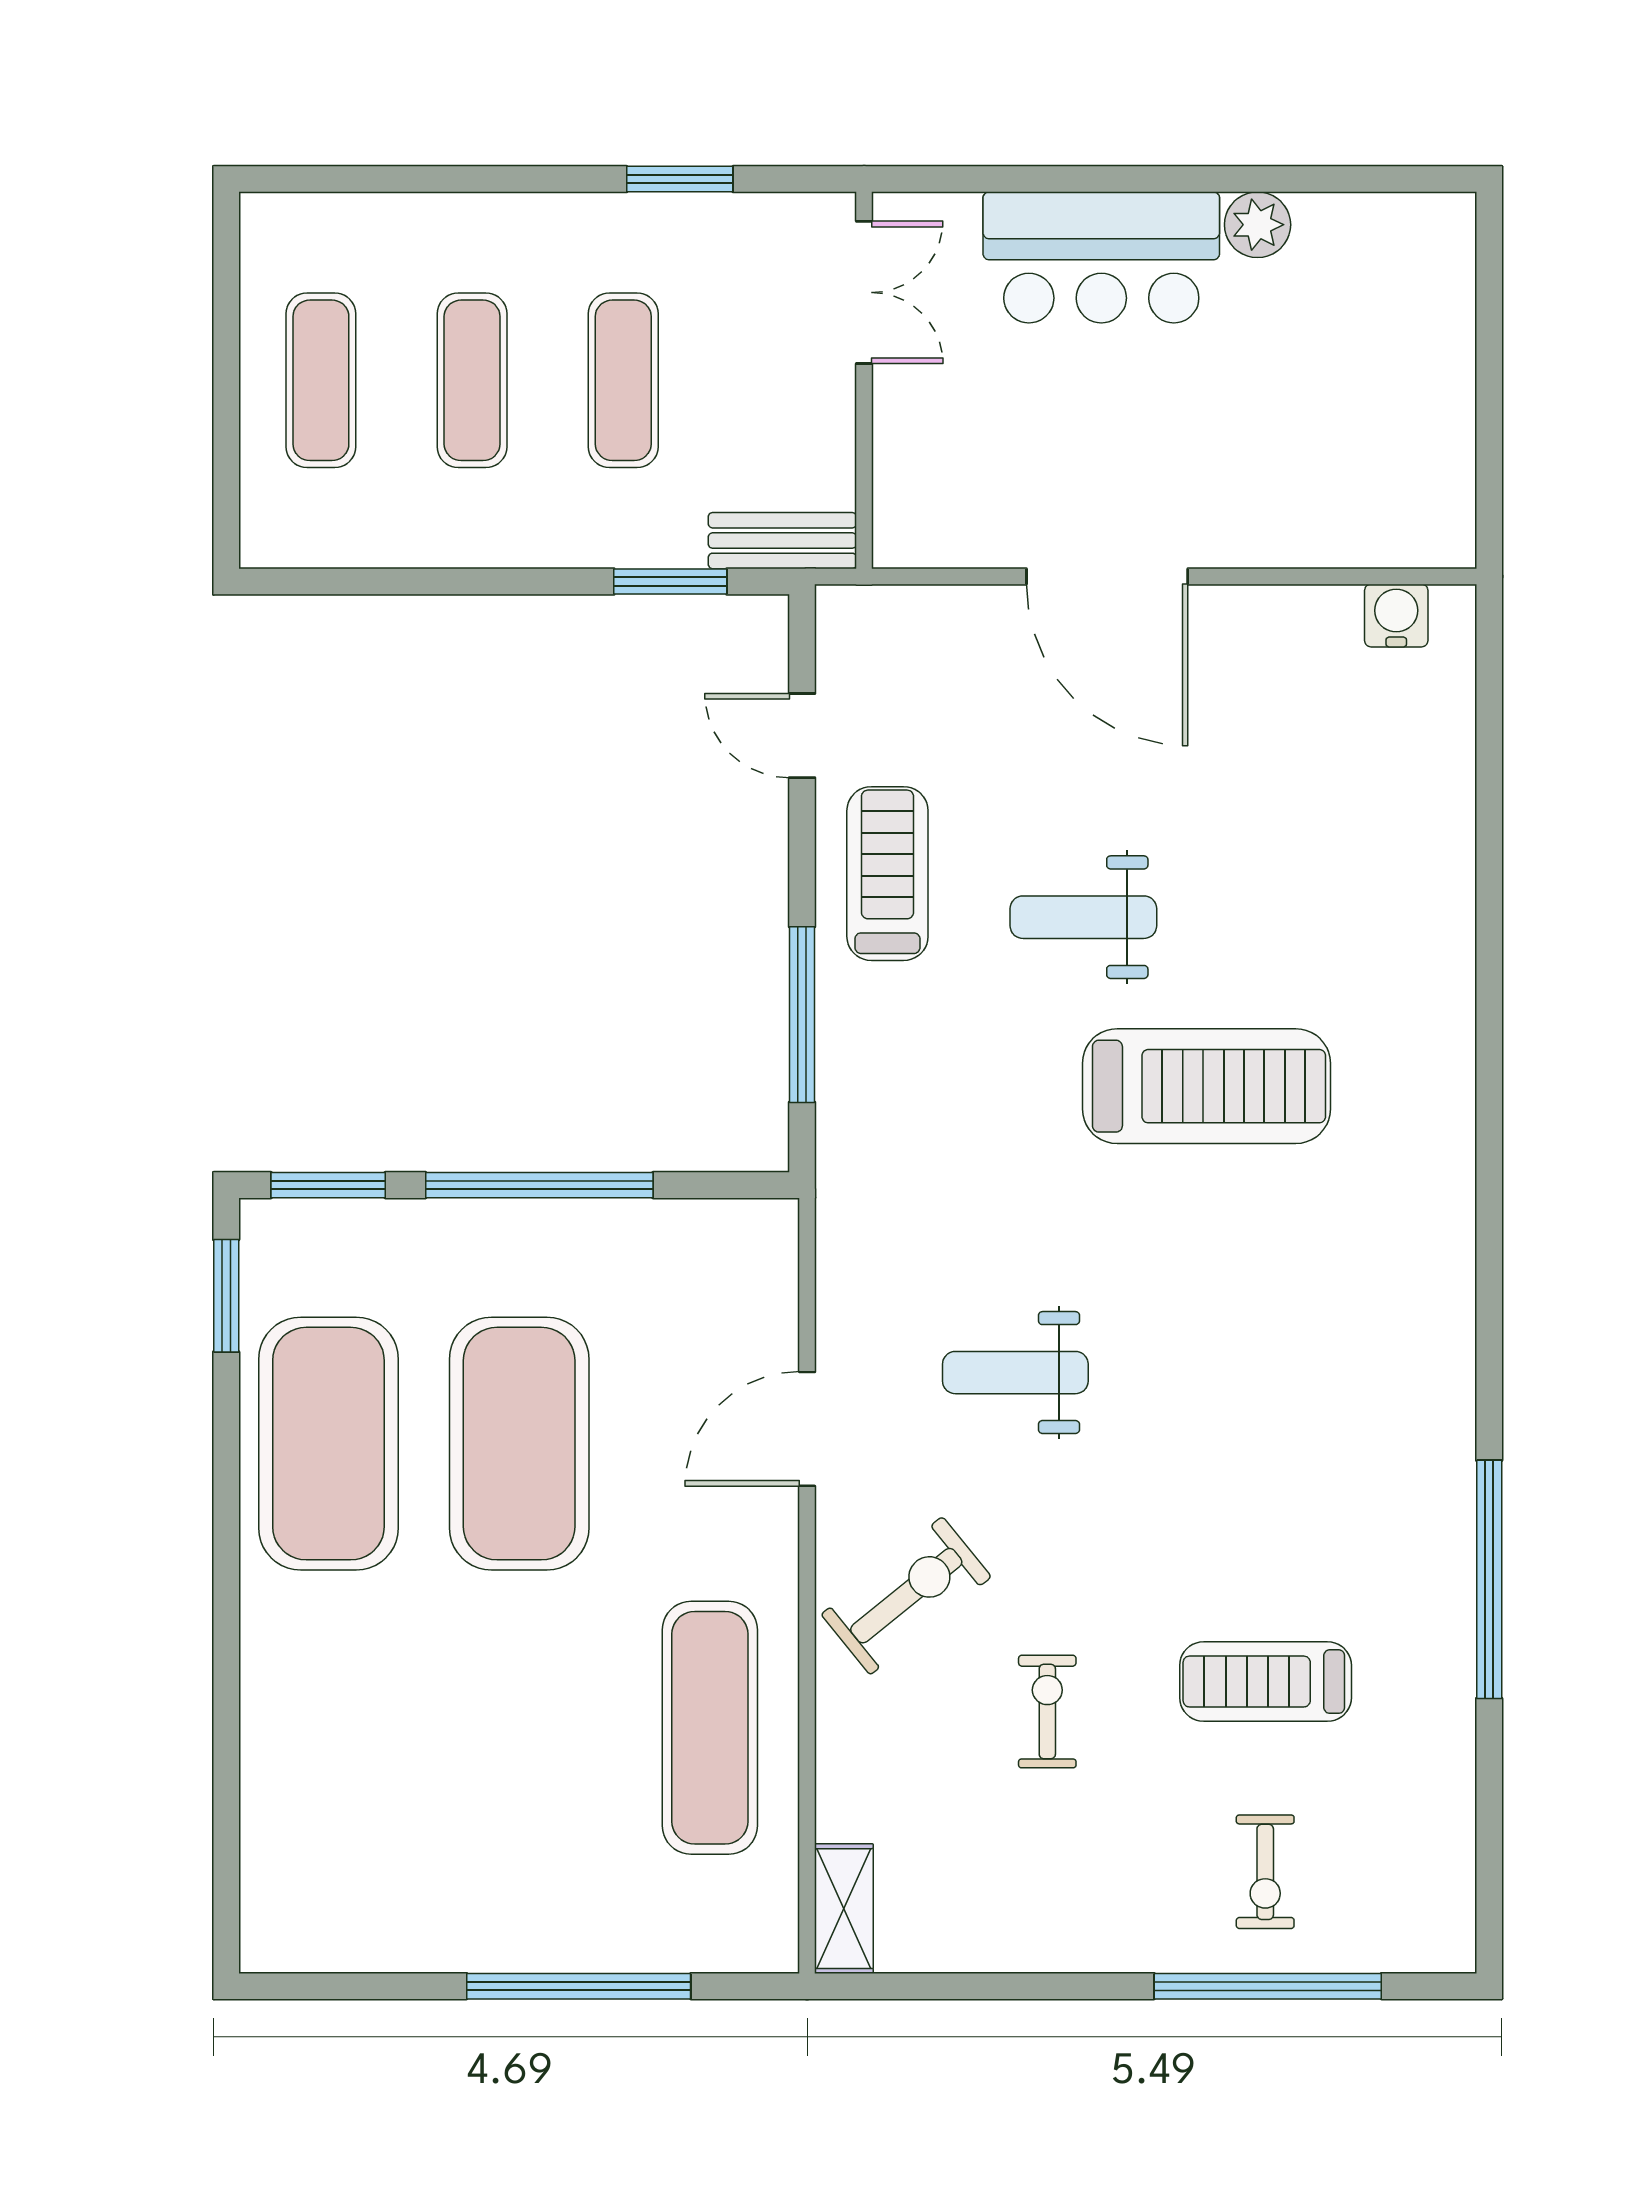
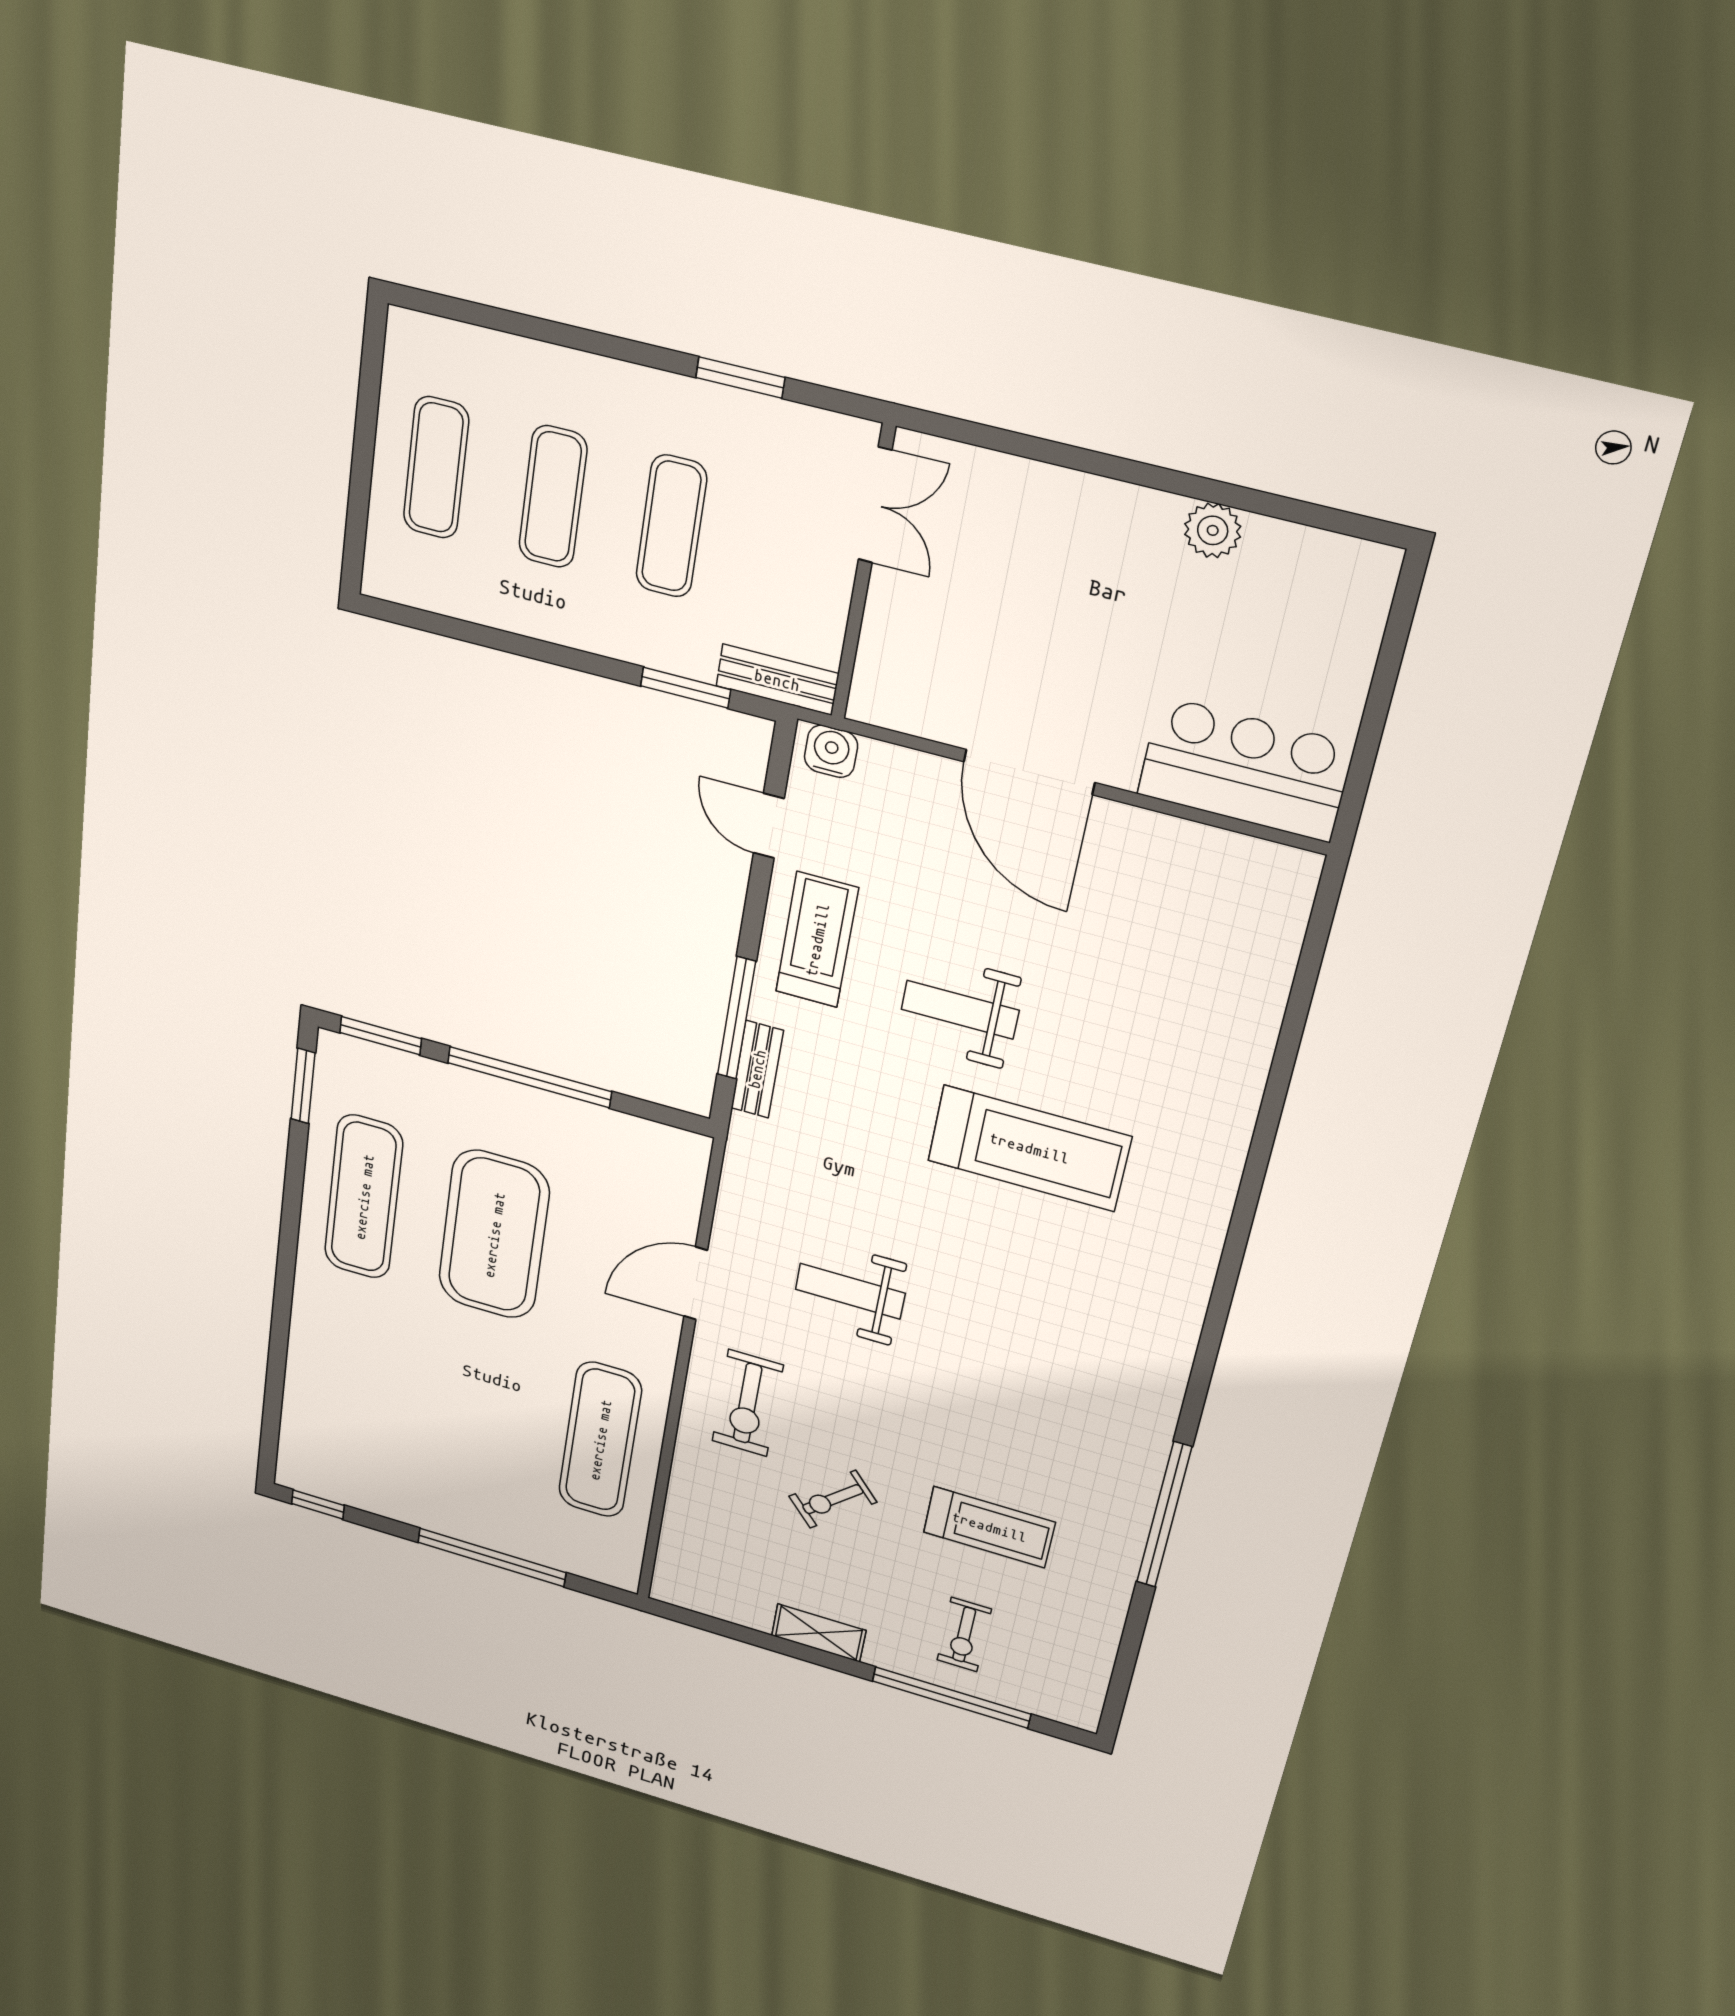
bar counter: (1101, 257) -> (1245, 769), moved, turned 180
water cooler: (1396, 616) -> (831, 751), moved
bench: (840, 1080) -> (757, 1069), added
exercise mat: (328, 1444) -> (364, 1197), width x0.68
exercise bike: (906, 1596) -> (748, 1403), turned 129
treadmill: (1266, 1682) -> (989, 1527), turned 180
exercise bike: (1047, 1712) -> (833, 1499), turned -132
shelving: (844, 1909) -> (819, 1633), moved, turned 90
window: (309, 1986) -> (318, 1504), added

